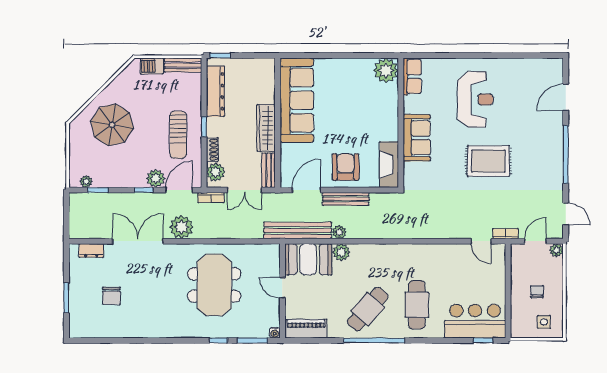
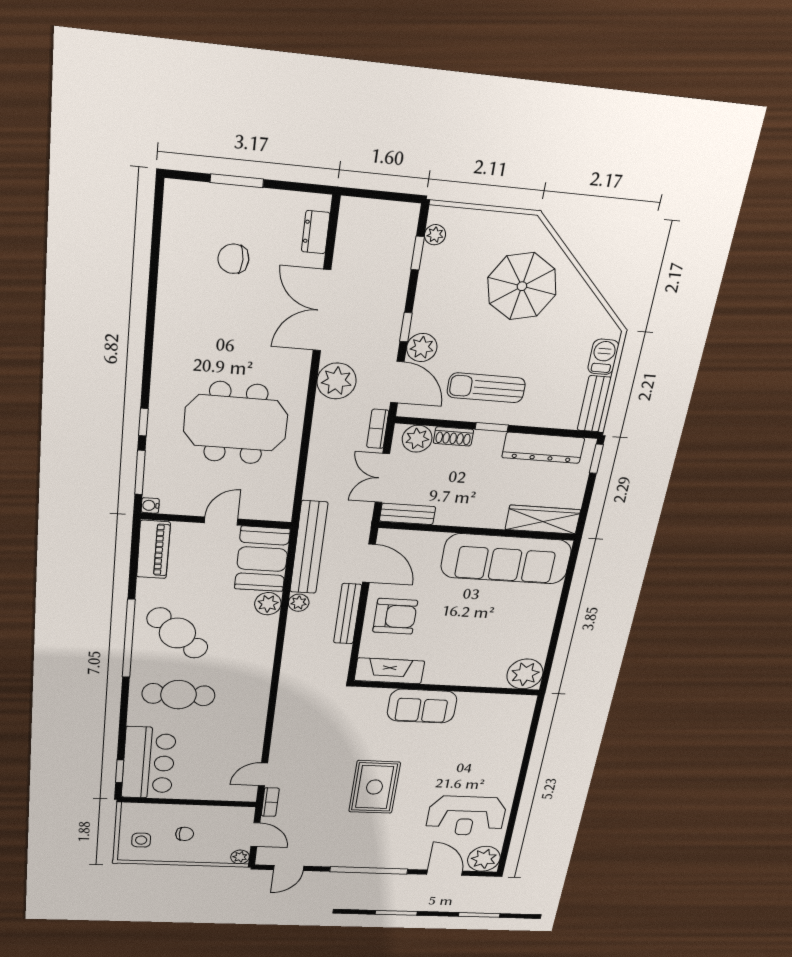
plant: (551, 70) -> (484, 859), added
row of seats: (412, 77) -> (509, 705), removed
reception desk: (475, 99) -> (466, 816), moved
wardrobe: (266, 128) -> (543, 520), moved
double door: (138, 241) -> (322, 310), swing flipped

